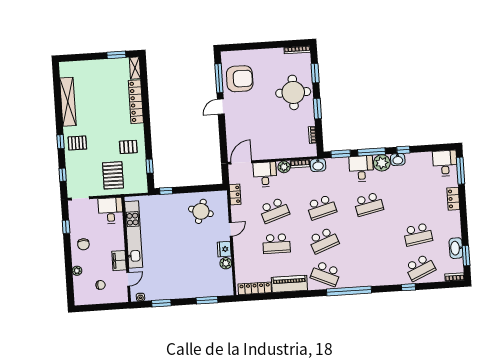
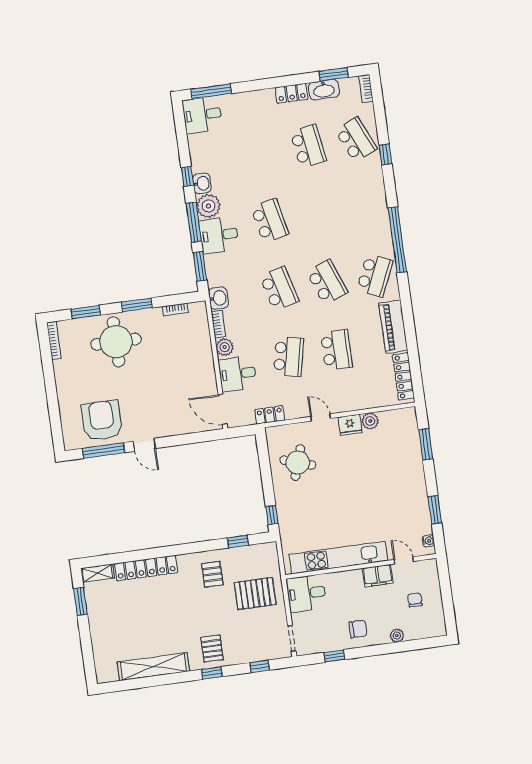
locker: (453, 199) -> (292, 93), moved
school desk: (274, 210) -> (289, 357), turned 30

